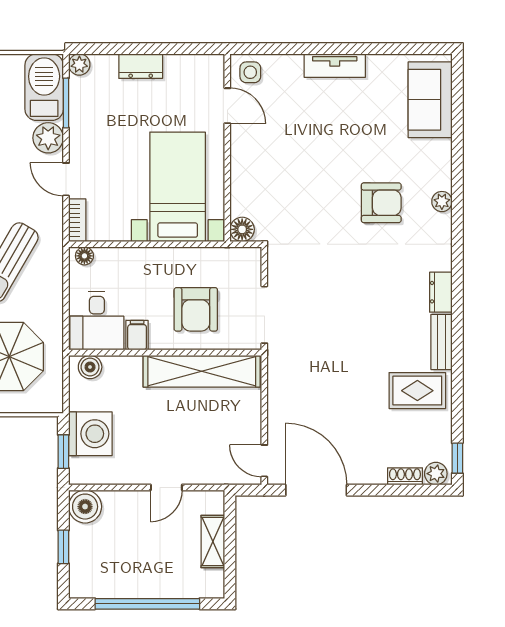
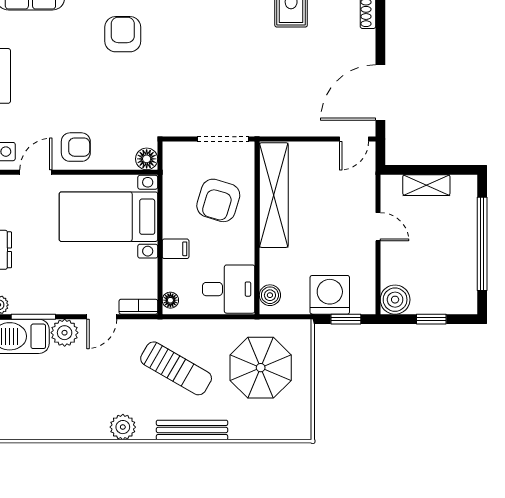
armchair: (255, 150) -> (76, 147), added
armchair: (196, 309) -> (218, 200), turned 107
filing cabinet: (137, 335) -> (176, 249), moved, turned 180

